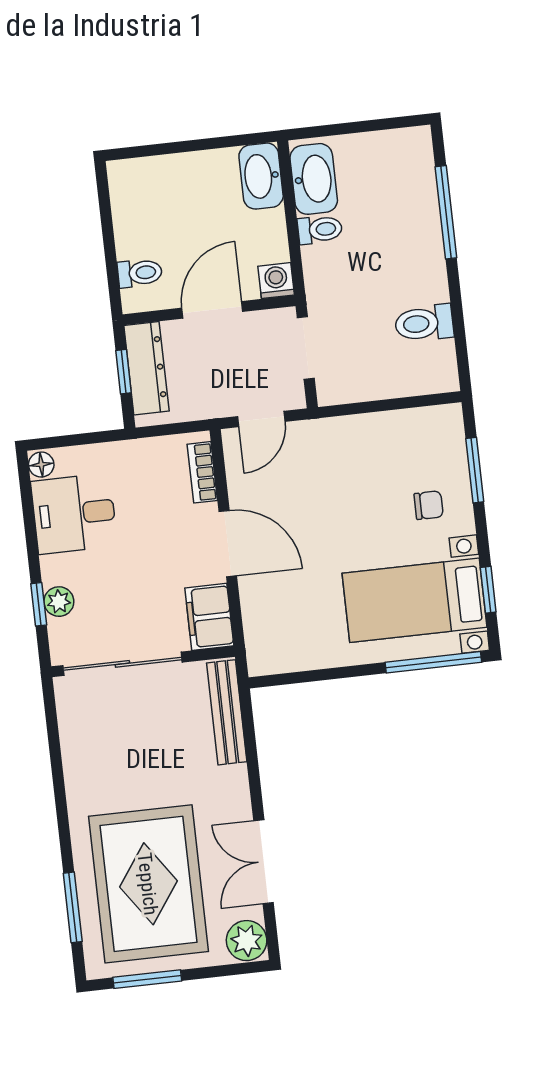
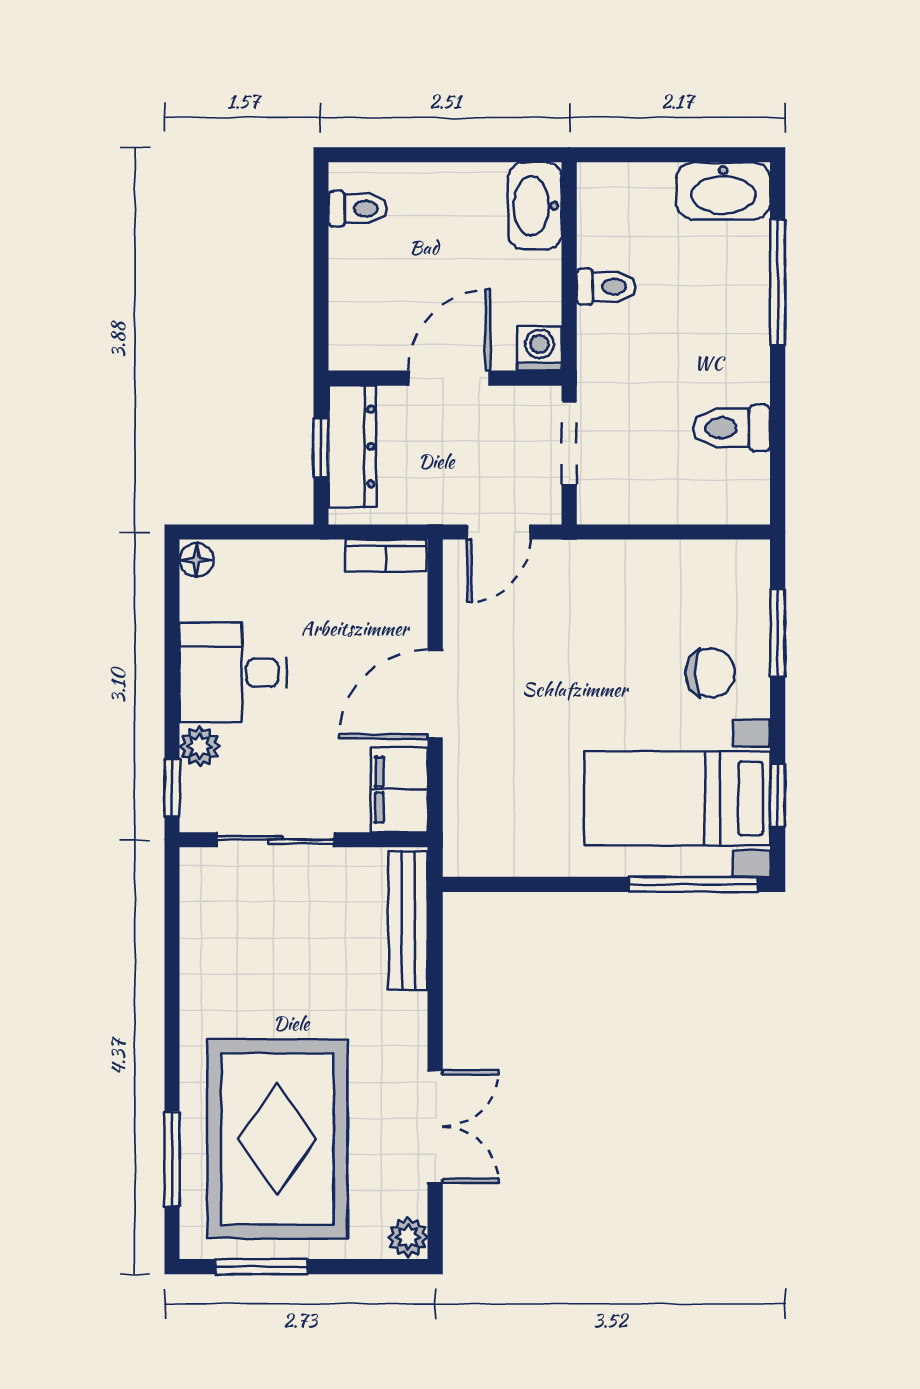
washbasin: (314, 179) -> (723, 191), moved, turned 90
toilet: (140, 273) -> (358, 209), moved
bookcase: (202, 472) -> (386, 556), moved, turned -90
chair: (429, 505) -> (710, 673), width x1.37, depth x1.37
desk: (74, 514) -> (233, 673), moved
door: (228, 544) -> (435, 694), swing flipped
window: (39, 604) -> (172, 788), moved
sliding door: (122, 664) -> (276, 840), width x0.73
double door: (264, 862) -> (435, 1127), swing flipped
plant: (247, 941) -> (408, 1237), width x0.73, depth x0.73

